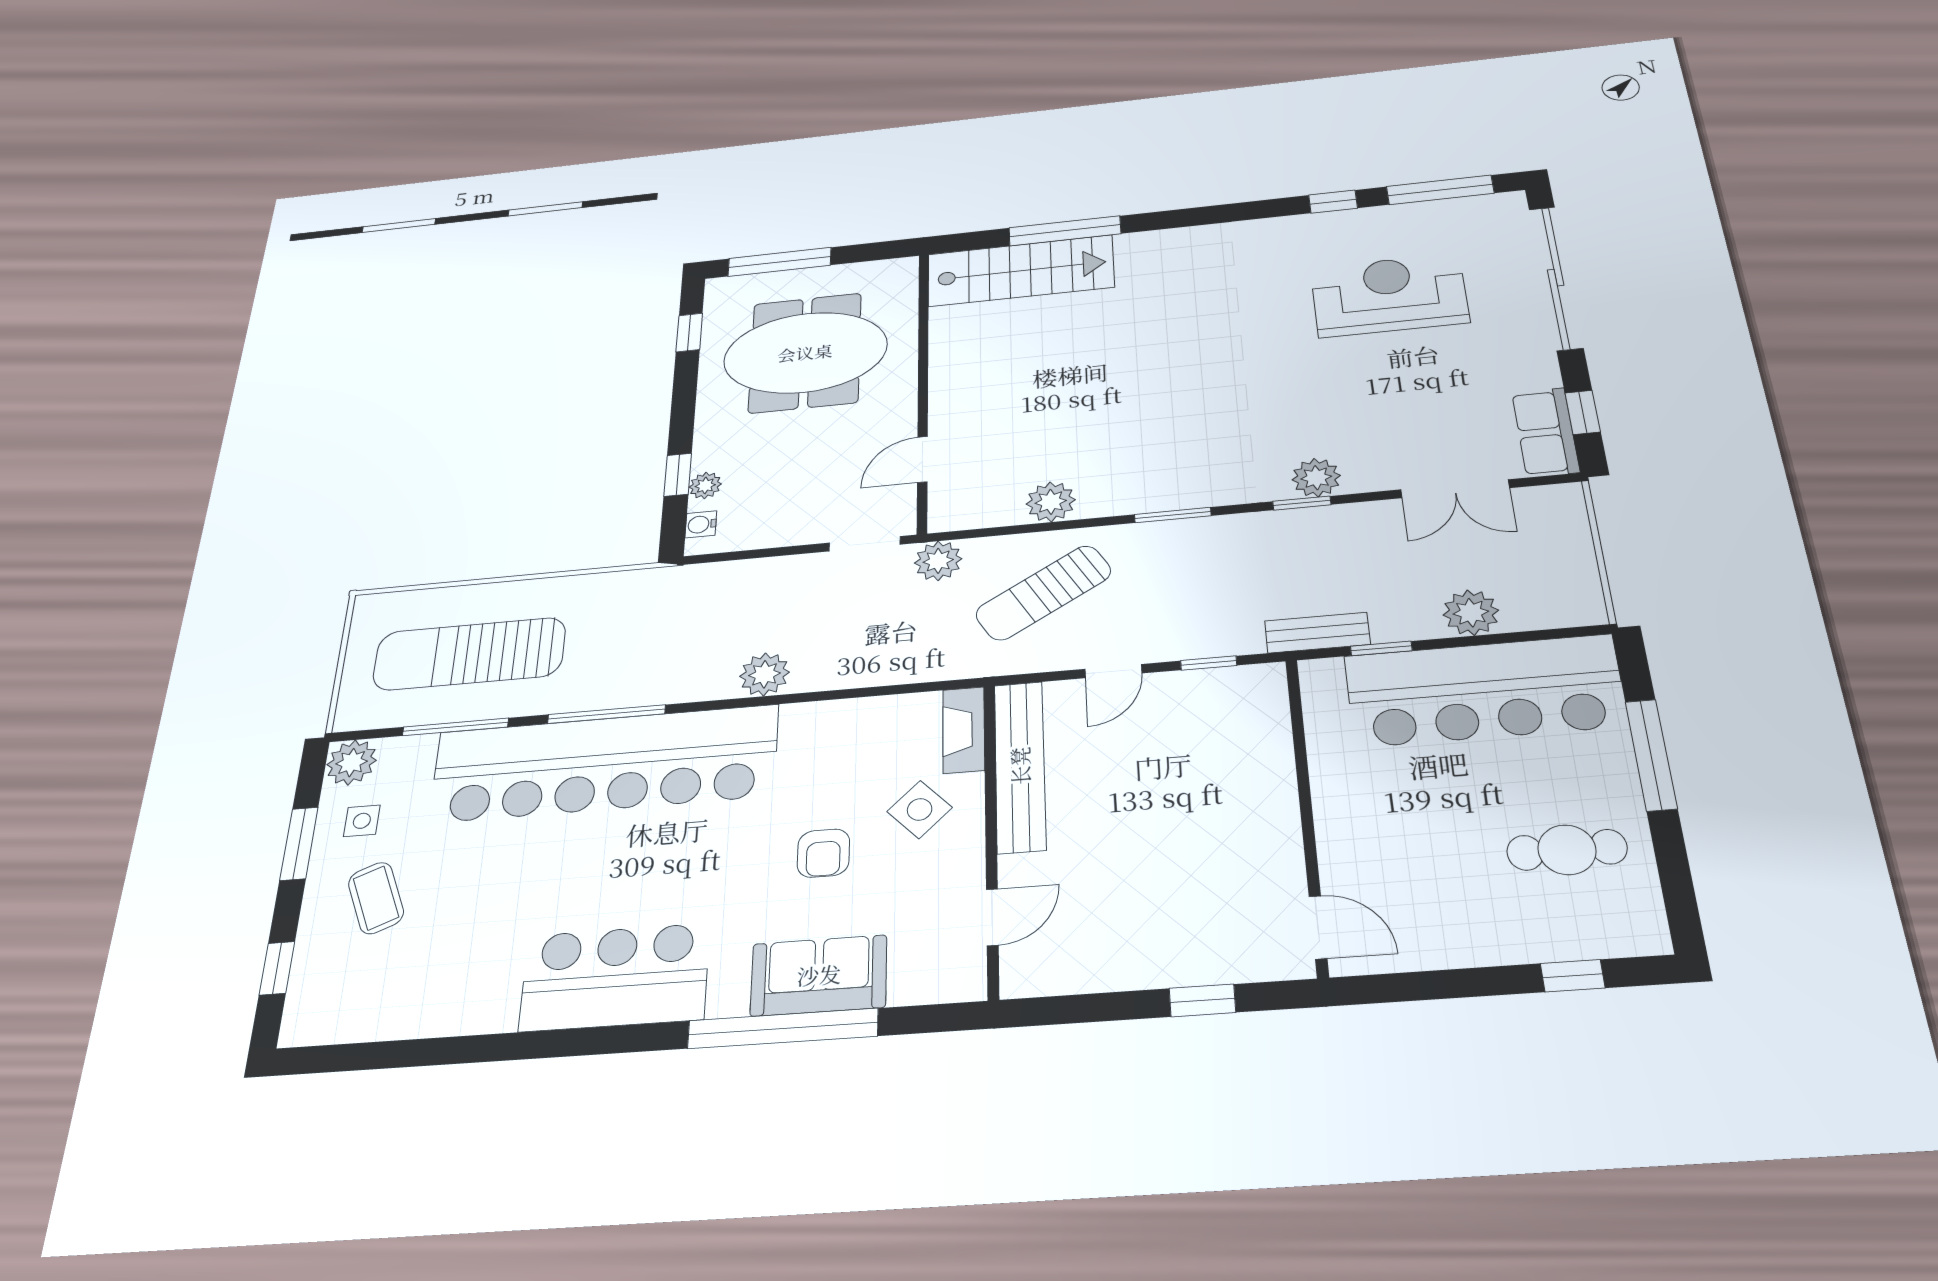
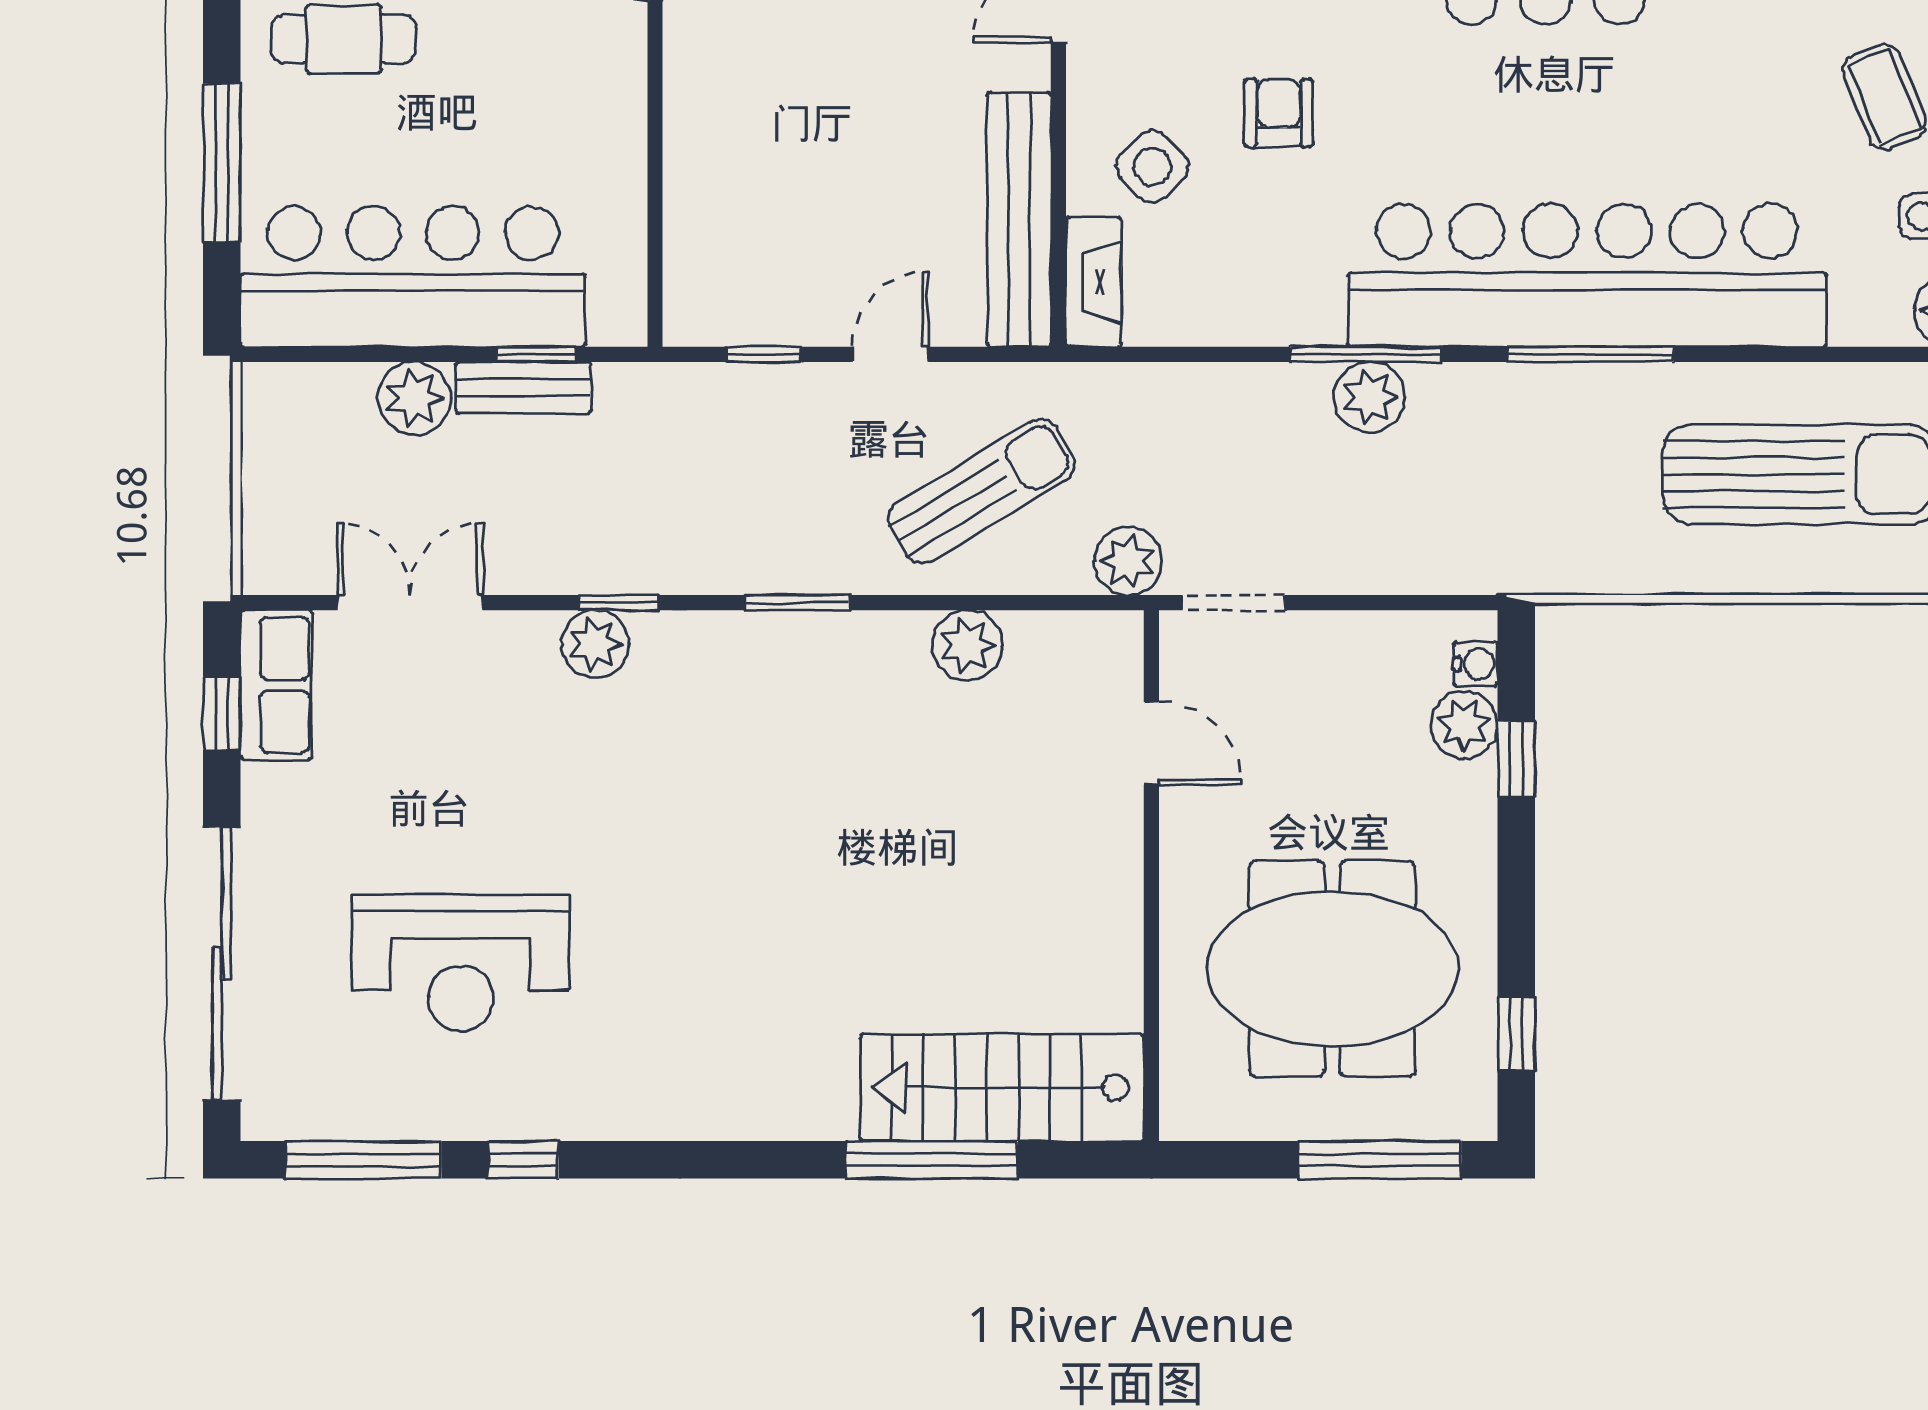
door: (922, 459) -> (1151, 743), hinge flipped
plant: (705, 486) -> (1464, 725), width x1.38, depth x1.38
bench: (1317, 633) -> (523, 388), moved
window: (455, 727) -> (1366, 354), moved

